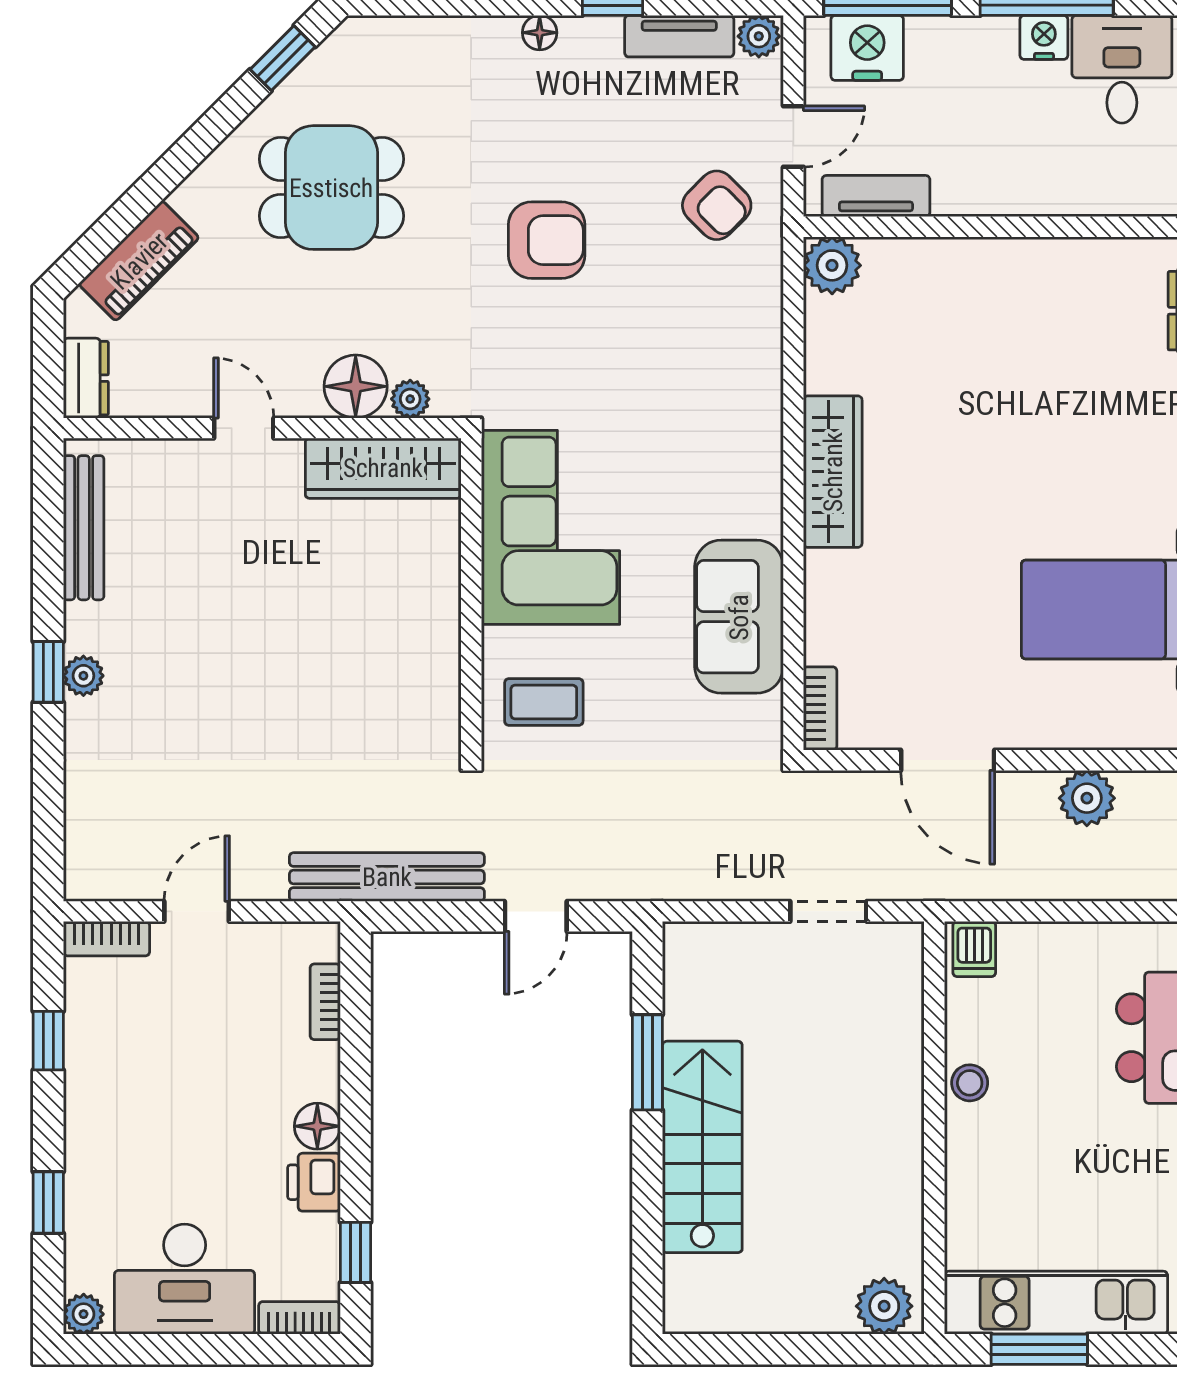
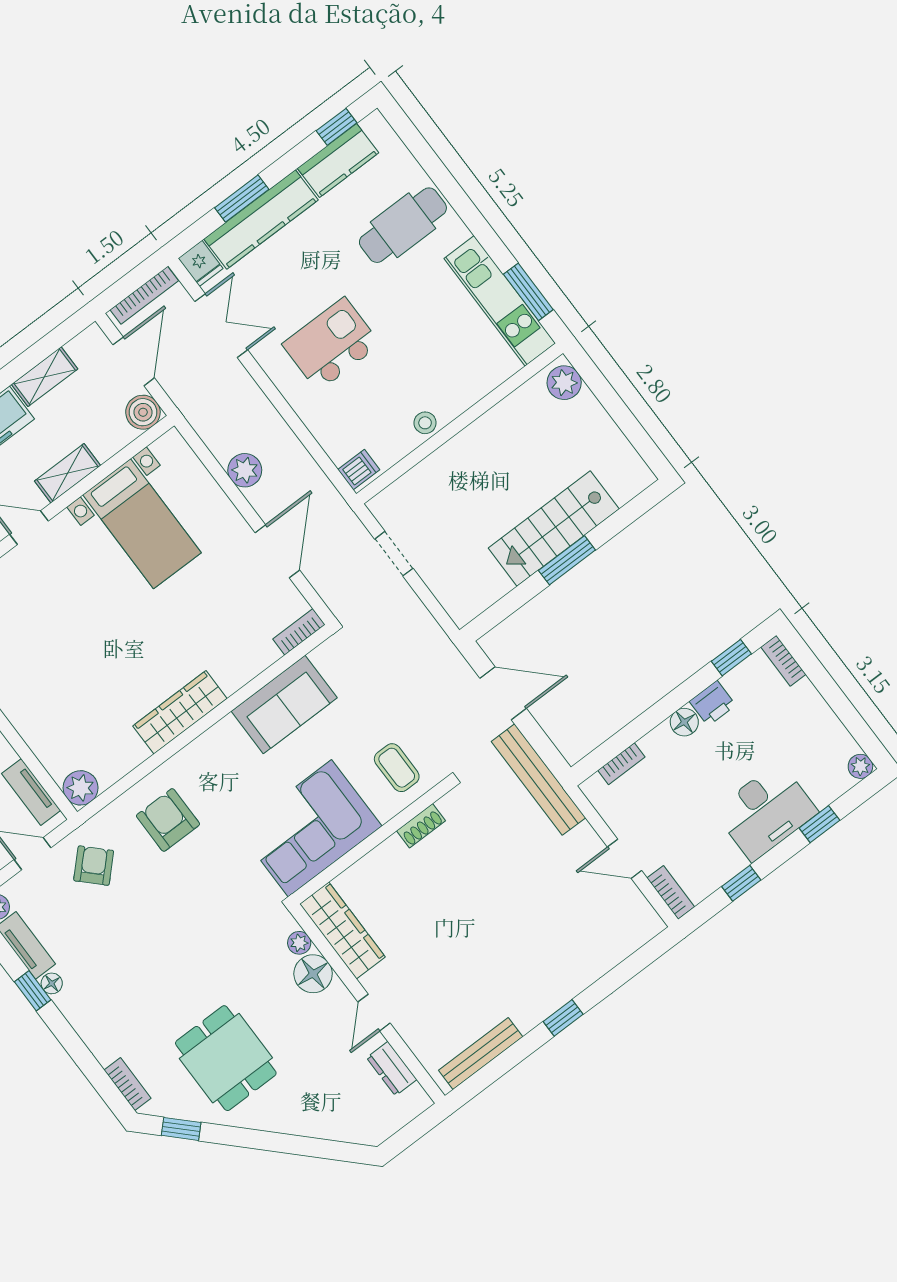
bookcase: (395, 32) -> (128, 1084), added
floor lamp: (540, 33) -> (52, 983), moved
armchair: (547, 240) -> (168, 820), moved
piano: (139, 261) -> (332, 1124), removed
dresser: (86, 378) -> (392, 1069), moved, turned -90
plant: (83, 676) -> (552, 1000), removed
shoe rack: (443, 676) -> (421, 826), added
door: (536, 916) -> (503, 693), width x1.38
window: (647, 1062) -> (567, 560), moved
desk: (185, 1279) -> (766, 811), moved, turned 90

